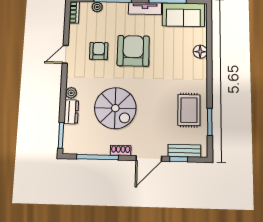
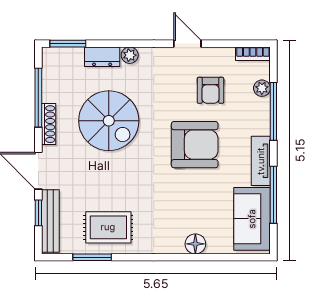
armchair: (99, 51) -> (210, 90), moved, turned 90
spiral stairs: (115, 108) -> (109, 121), turned -90
shoe rack: (121, 150) -> (49, 124), width x1.43
bench: (184, 151) -> (50, 221), width x1.36

